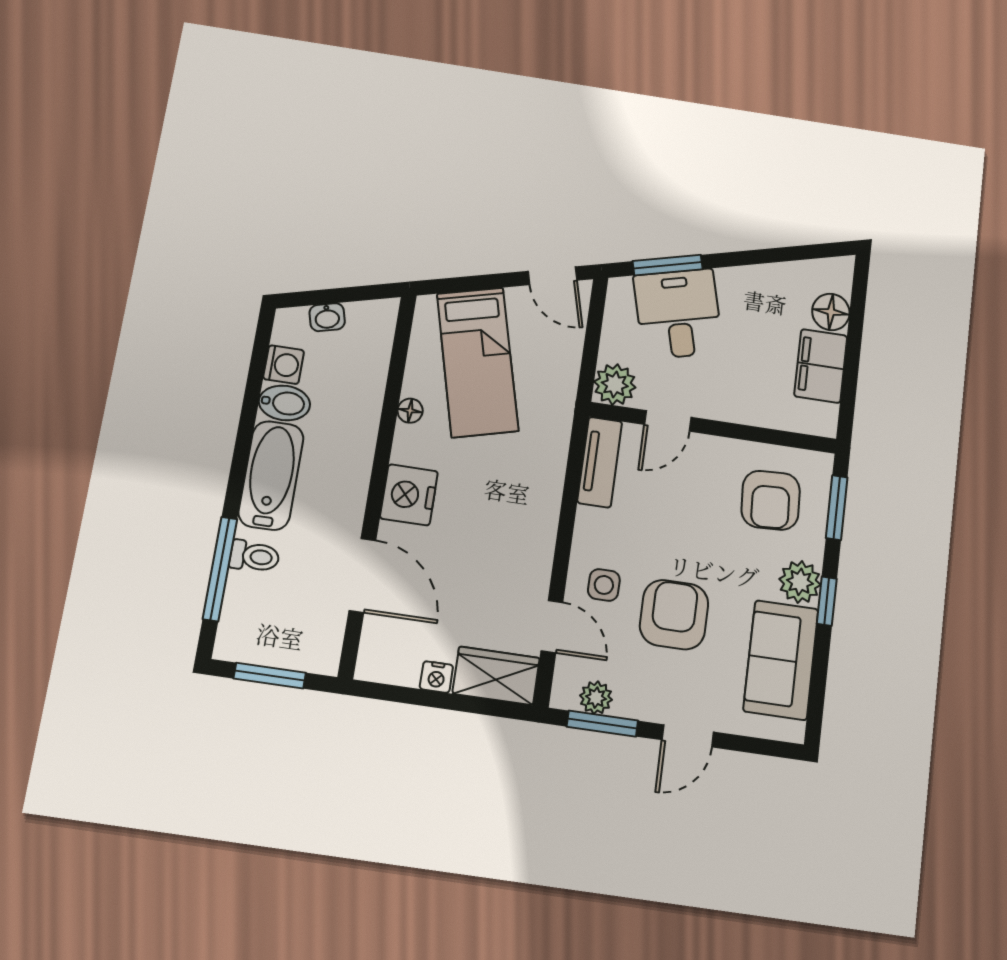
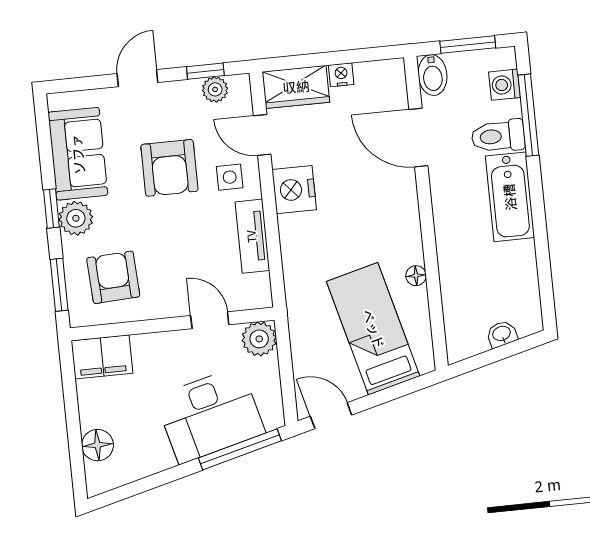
window: (668, 265) -> (240, 449), width x1.44
desk: (678, 314) -> (210, 415), width x1.37
washing machine: (284, 365) -> (505, 85), moved
filing cabinet: (821, 366) -> (102, 357), moved, turned 90
bidet: (284, 403) -> (433, 75), moved, turned -90
door: (668, 421) -> (210, 320), hinge flipped
tv unit: (600, 462) -> (252, 236), moved
nightstand: (409, 495) -> (294, 190), moved, turned 180
toilet: (254, 556) -> (498, 136), width x1.37, depth x1.39
window: (602, 724) -> (205, 71), width x0.67

